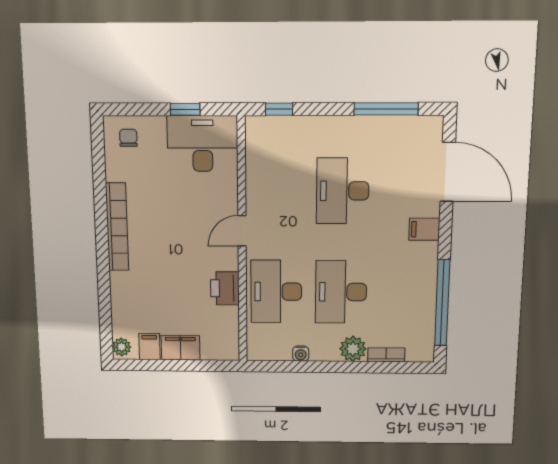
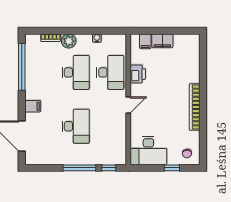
window: (185, 109) -> (172, 168), moved
window: (386, 109) -> (79, 168), moved
plant: (122, 347) -> (195, 41), removed
filing cabinet: (149, 347) -> (145, 41), moved

